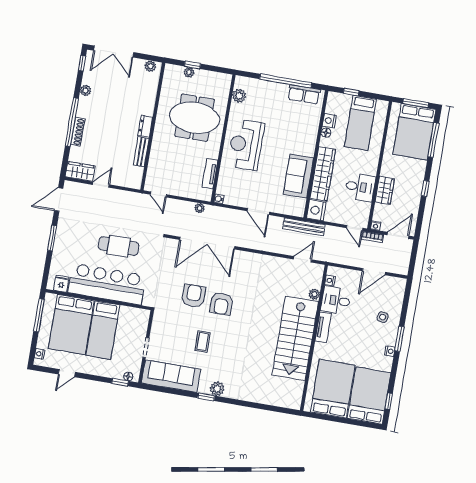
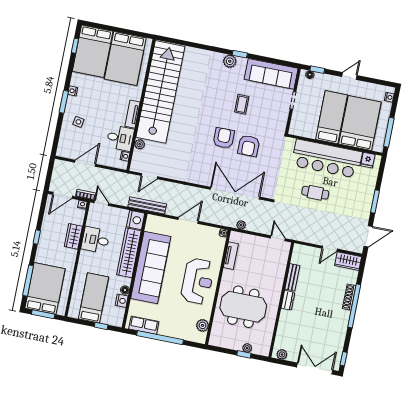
plant: (86, 90) -> (341, 334), removed
sofa: (298, 176) -> (151, 268), width x1.85, depth x1.27
door: (258, 211) -> (188, 220), hinge flipped
cafe table: (118, 246) -> (315, 193), width x0.73, depth x0.74
stairs: (295, 338) -> (160, 92), width x1.36
door: (67, 373) -> (349, 76), moved

